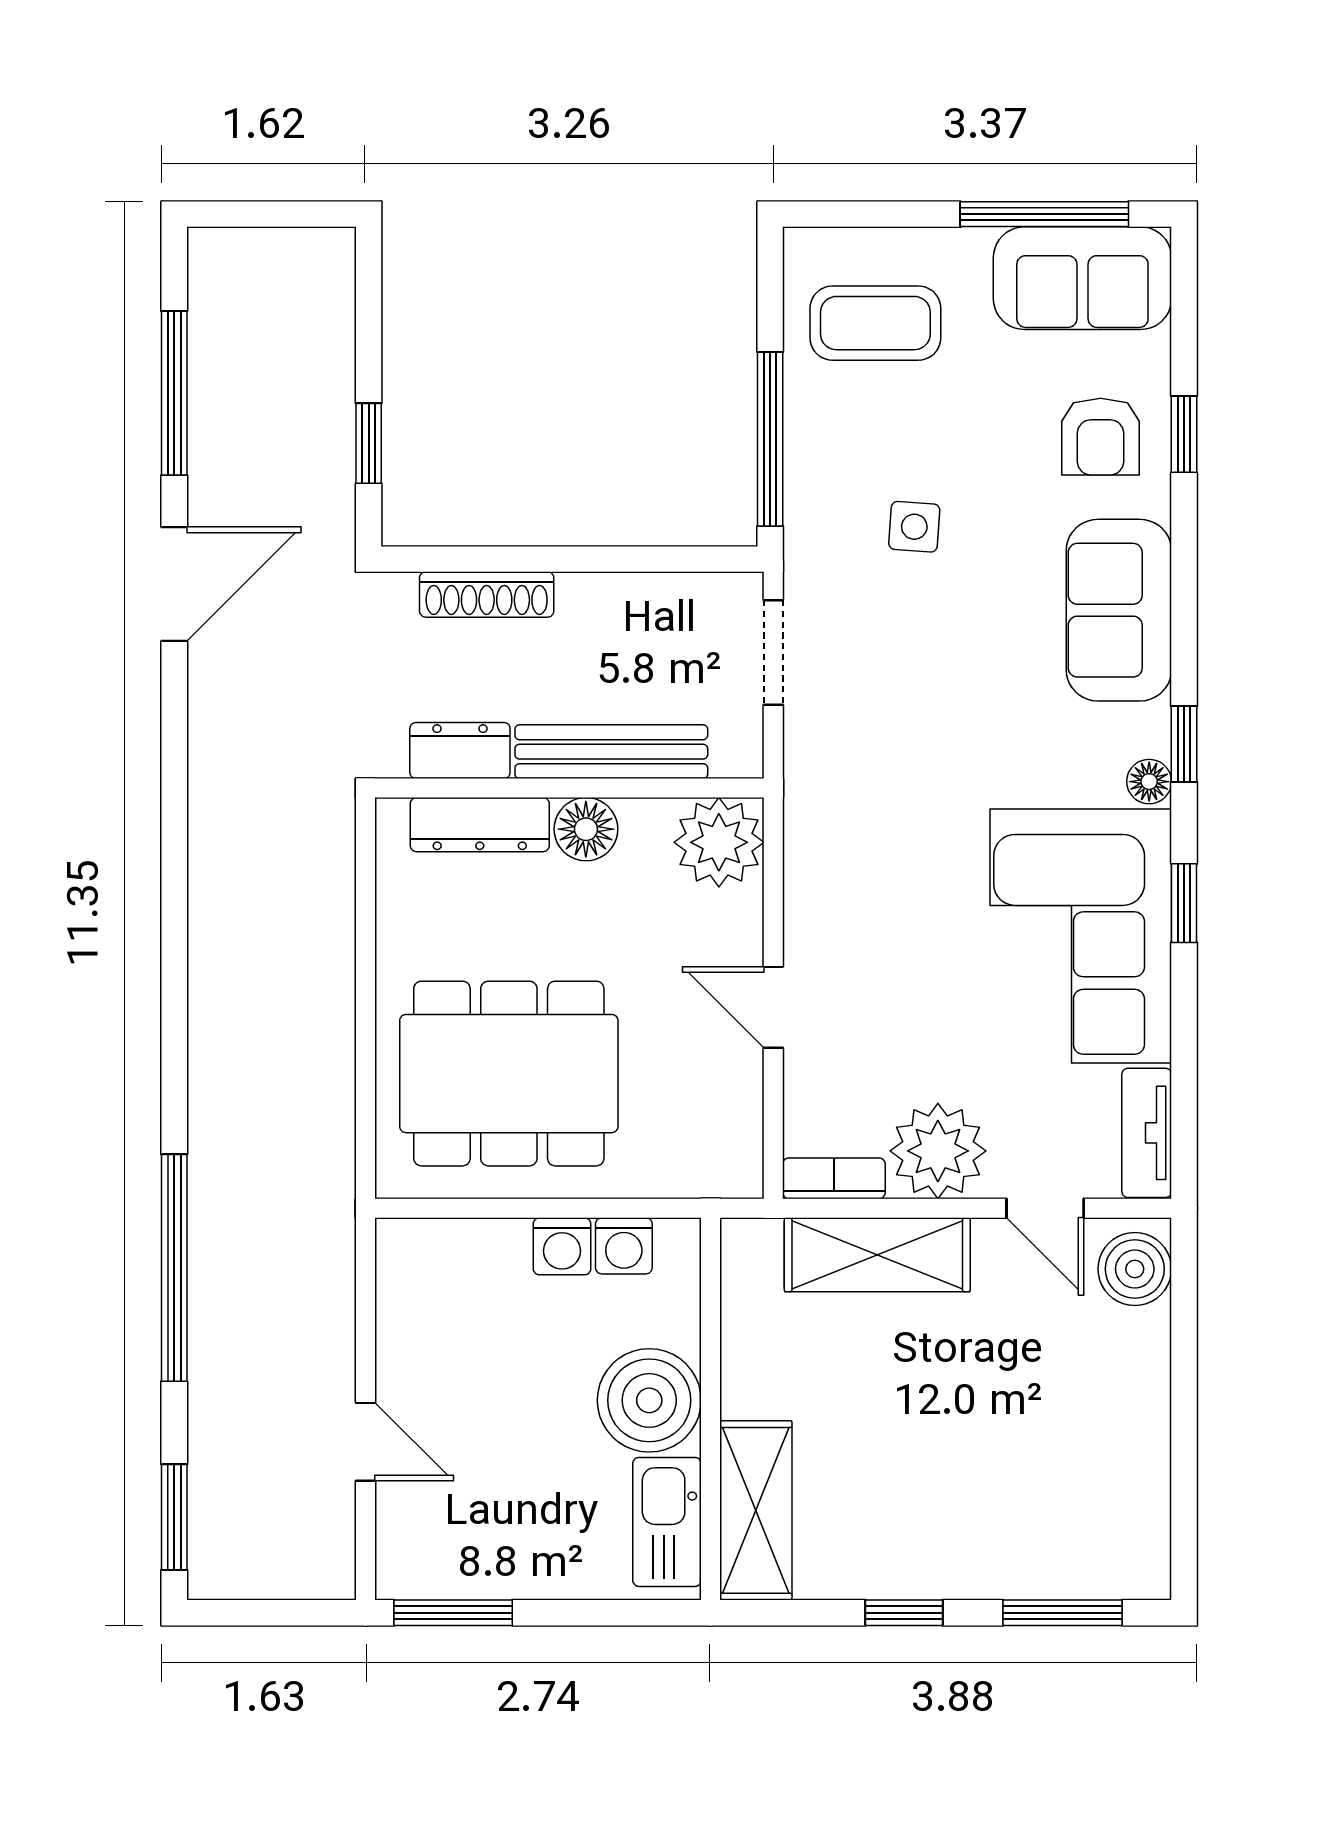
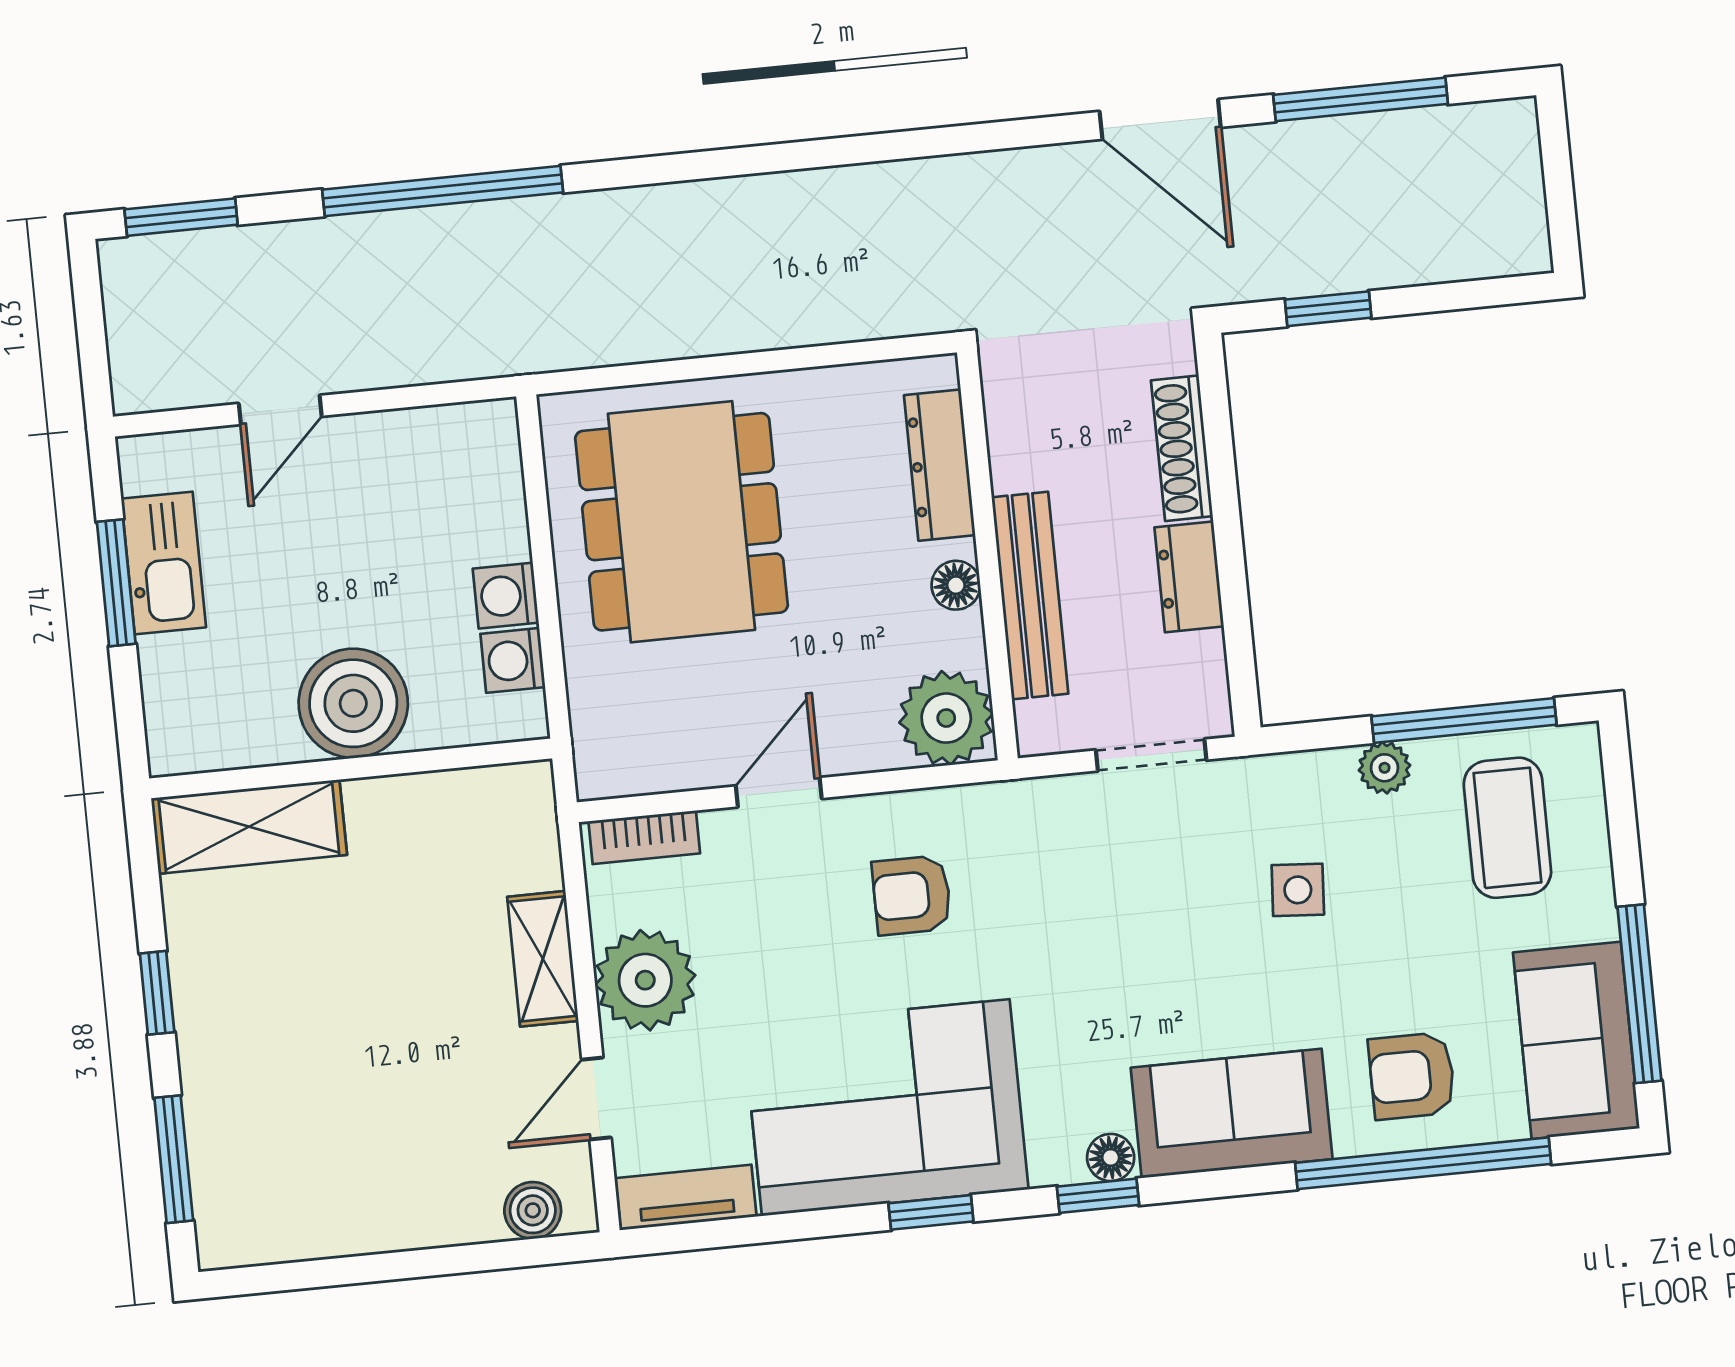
plant: (807, 433) -> (1385, 768), added
window: (1184, 434) -> (1423, 1163), width x3.17
window: (770, 439) -> (1464, 720), moved
dresser: (460, 750) -> (1189, 577), moved, turned 180
floor lamp: (1149, 782) -> (1111, 1157), moved
floor lamp: (586, 829) -> (956, 585), width x0.73, depth x0.73
armchair: (883, 892) -> (912, 895), added
bookcase: (834, 1178) -> (644, 837), moved, turned 90
shelving: (877, 1255) -> (543, 959), width x0.67, depth x0.75
boiler: (1135, 1269) -> (533, 1210), width x0.73, depth x0.73
kitchen sink: (667, 1522) -> (164, 563), moved, turned 90
window: (453, 1613) -> (116, 583), moved

